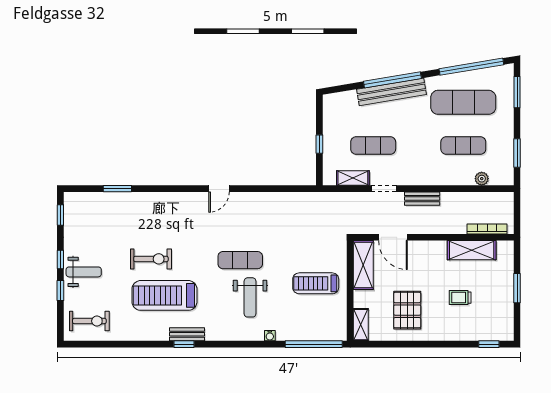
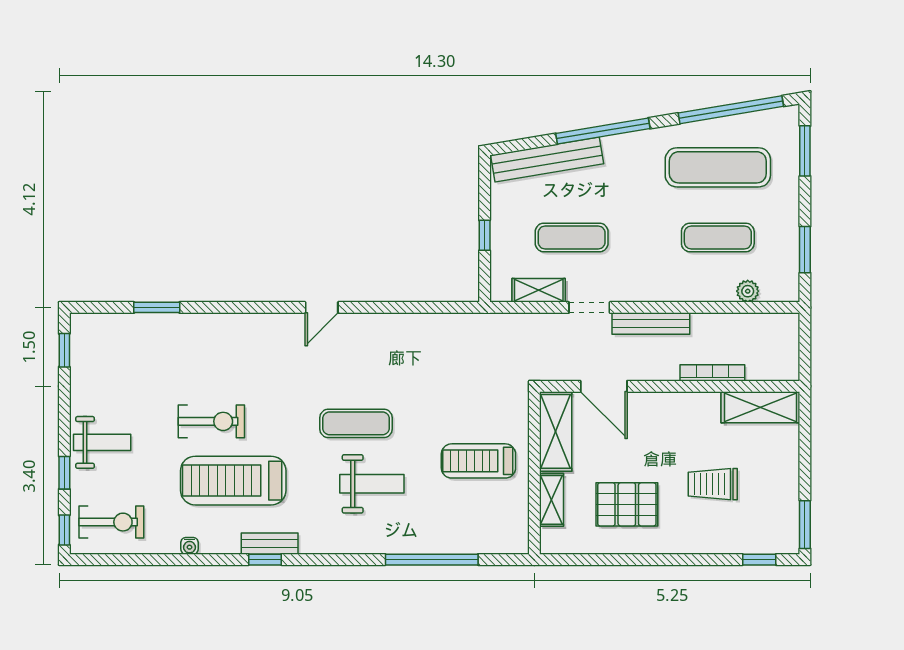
bench: (392, 92) -> (547, 159), moved
bench: (422, 199) -> (651, 324), width x1.36
bookcase: (487, 229) -> (712, 373), moved
shelving: (472, 250) -> (760, 407), moved
window: (60, 260) -> (64, 530), moved
window: (517, 288) -> (805, 525), moved
weight bench: (250, 297) -> (372, 484), turned -90
trolley: (460, 298) -> (713, 484), width x1.36, depth x1.39
pallet: (407, 310) -> (627, 504), turned 90
shelving: (361, 325) -> (552, 500), moved
water cooler: (270, 336) -> (189, 546), moved
window: (314, 344) -> (432, 560), moved

